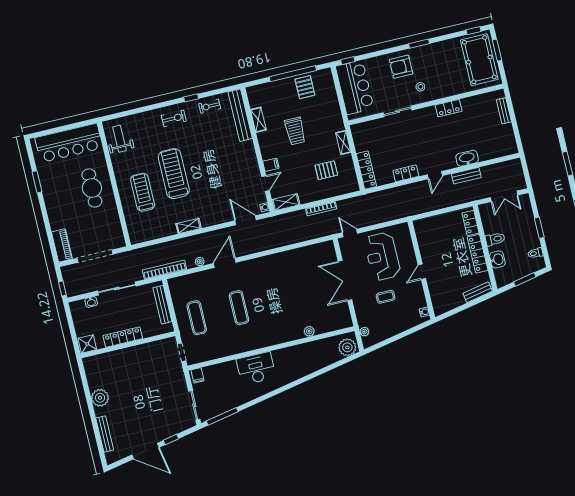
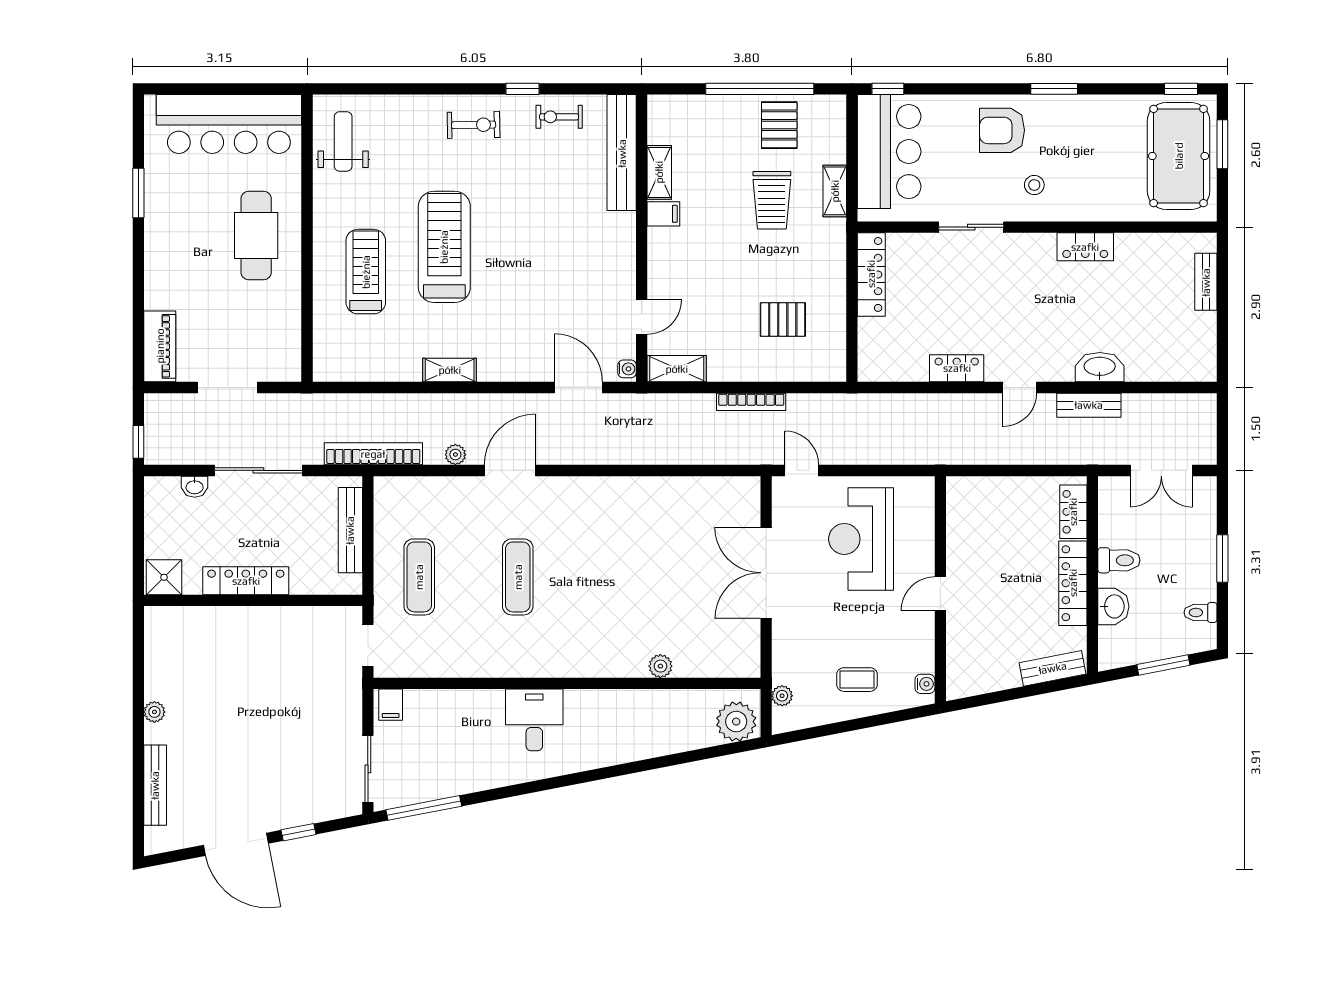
trolley: (295, 131) -> (772, 200), moved
shelving: (343, 143) -> (835, 191), moved
filing cabinet: (271, 165) -> (663, 214), moved
locker: (366, 170) -> (871, 274), moved
doorway: (95, 256) -> (227, 388), width x0.73
coffee table: (386, 297) -> (857, 680), moved
desk: (256, 368) -> (534, 720), width x0.73
plant: (100, 398) -> (154, 712), width x0.53, depth x0.53

